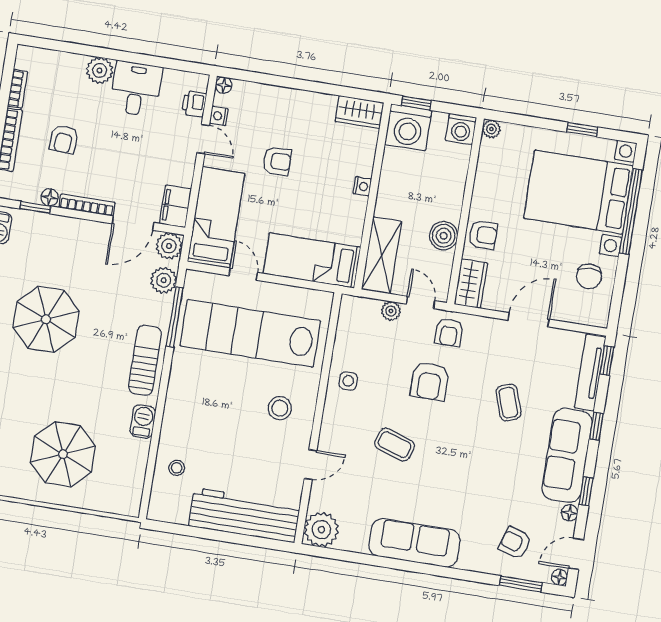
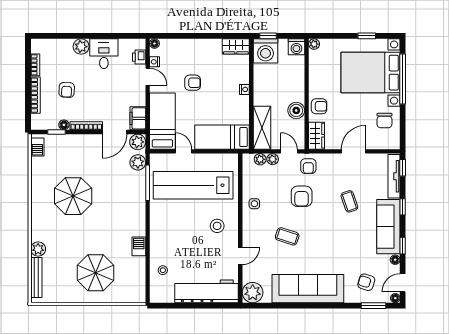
plant: (370, 308) -> (260, 159), added
sun lounger: (145, 360) -> (134, 211), removed
sofa: (414, 543) -> (308, 289), width x1.36, depth x1.27

